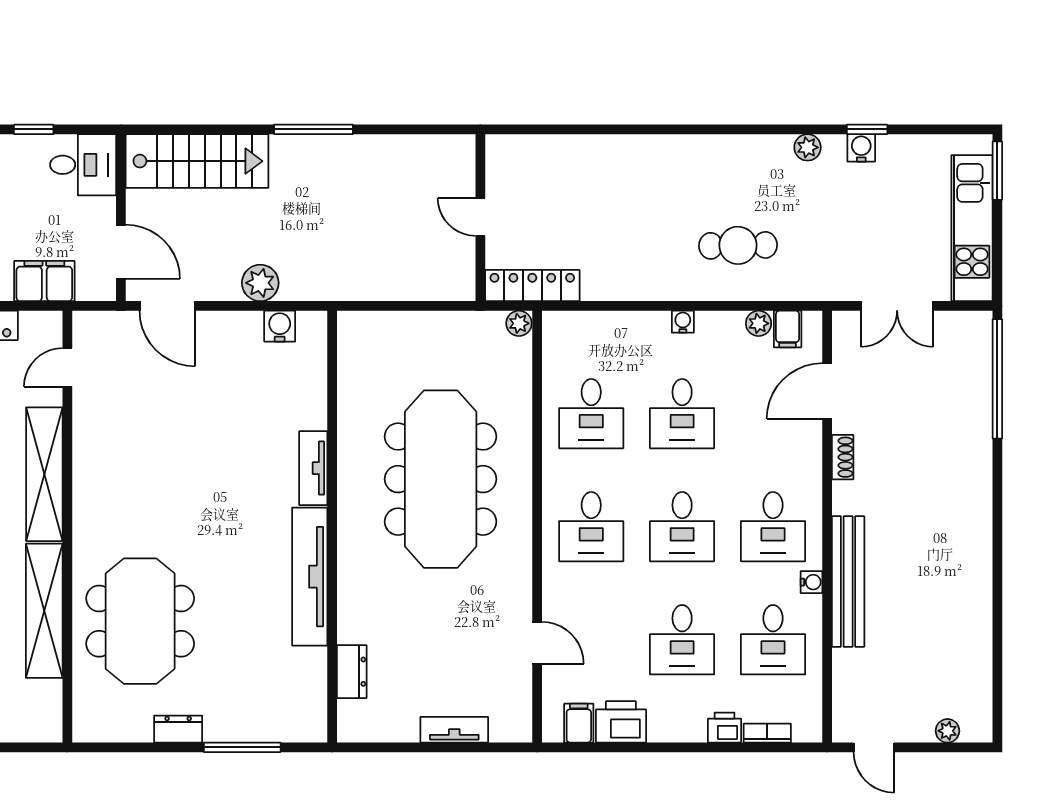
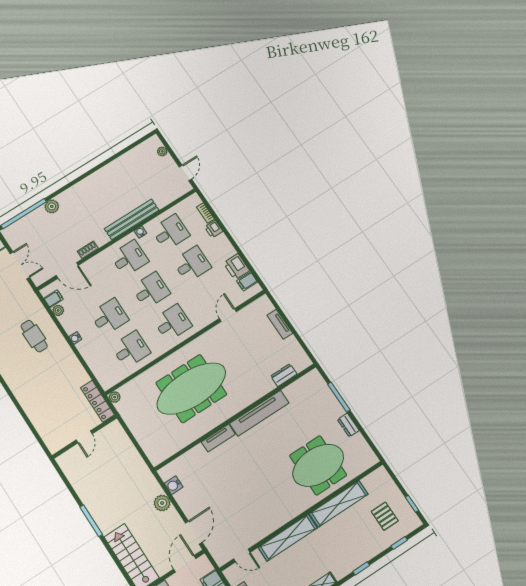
plant: (976, 443) -> (52, 206), added

